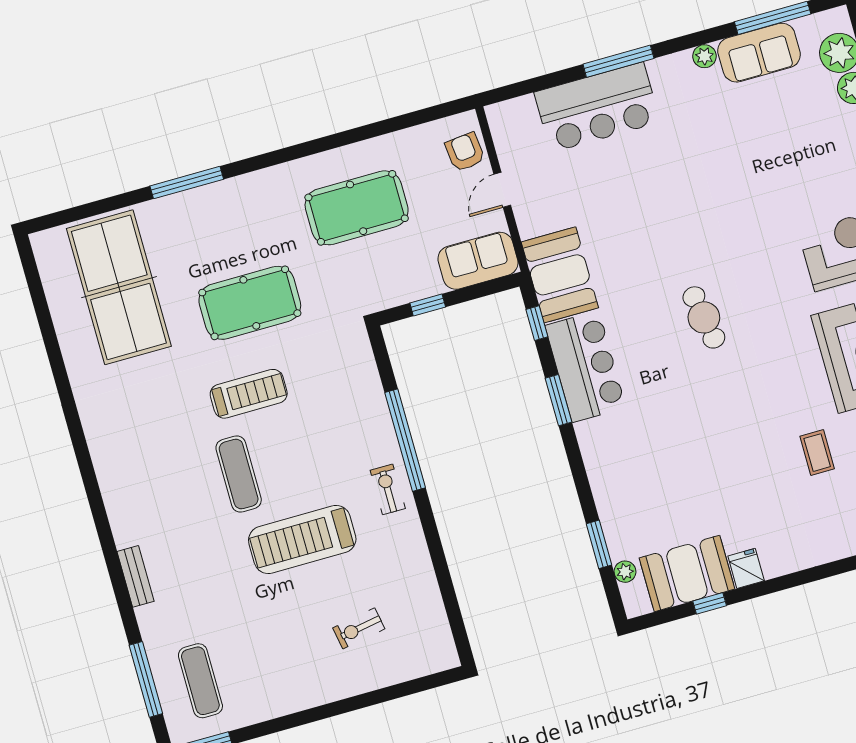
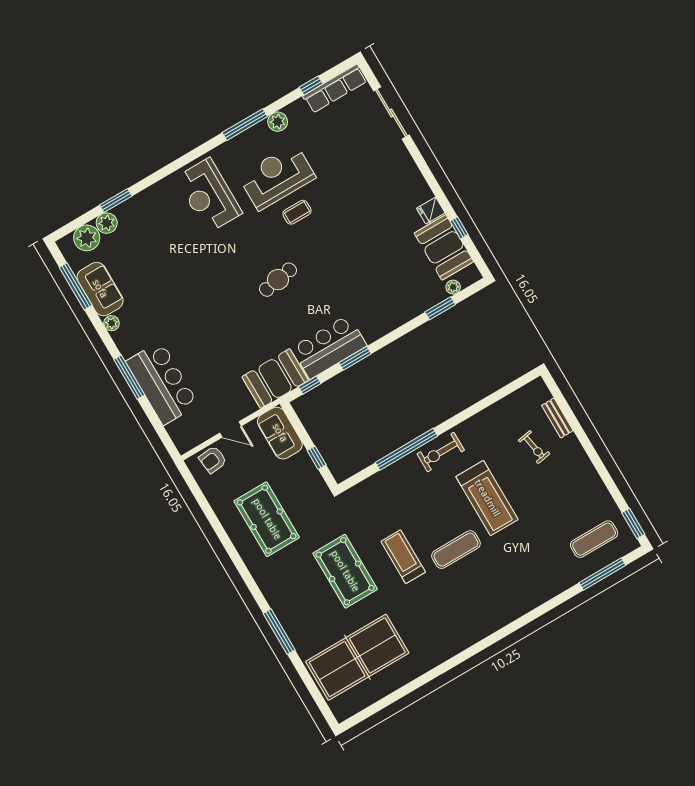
coffee table: (817, 453) -> (297, 212), moved
exercise bike: (388, 489) -> (441, 452), width x1.38, depth x1.39
bench: (136, 576) -> (557, 418), moved, turned 90

